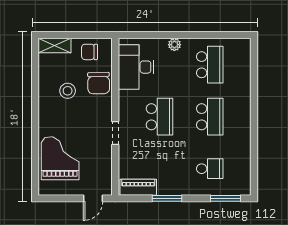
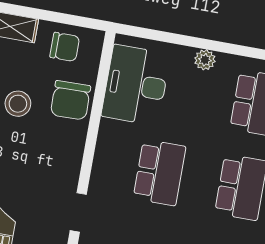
chair: (89, 52) -> (65, 47), turned 180
doorway: (115, 133) -> (78, 212), moved

